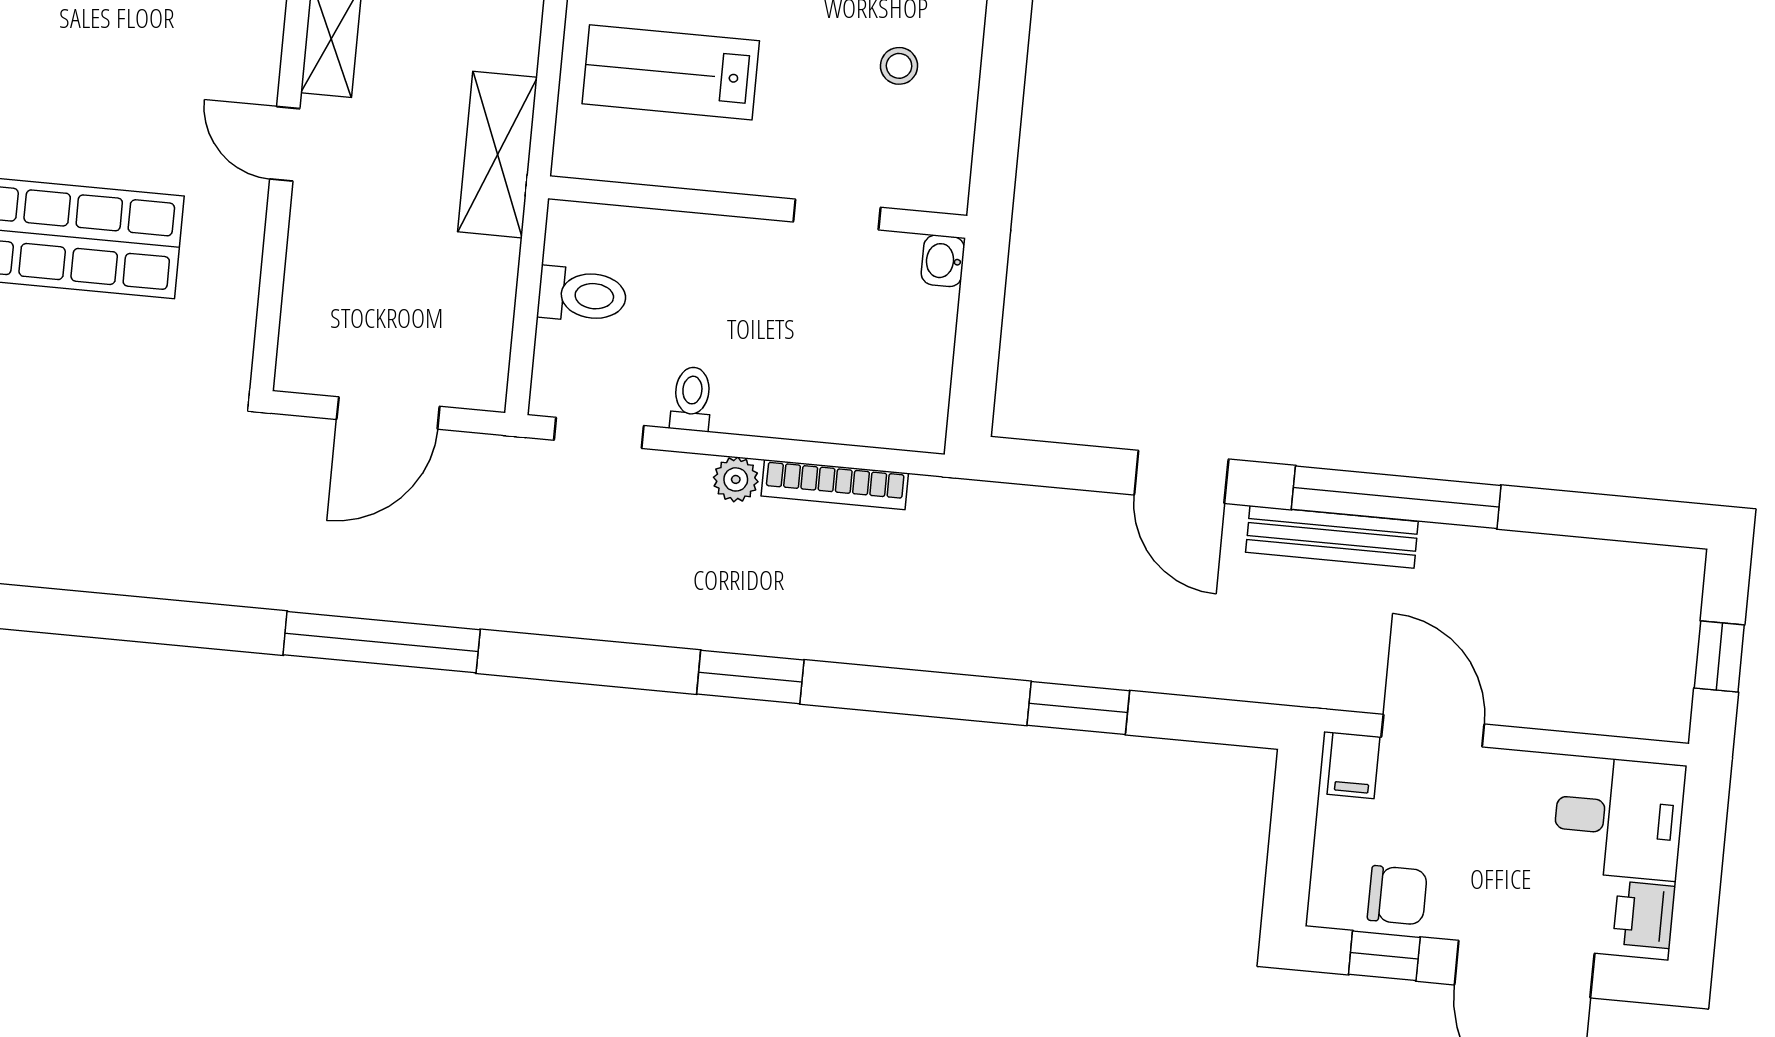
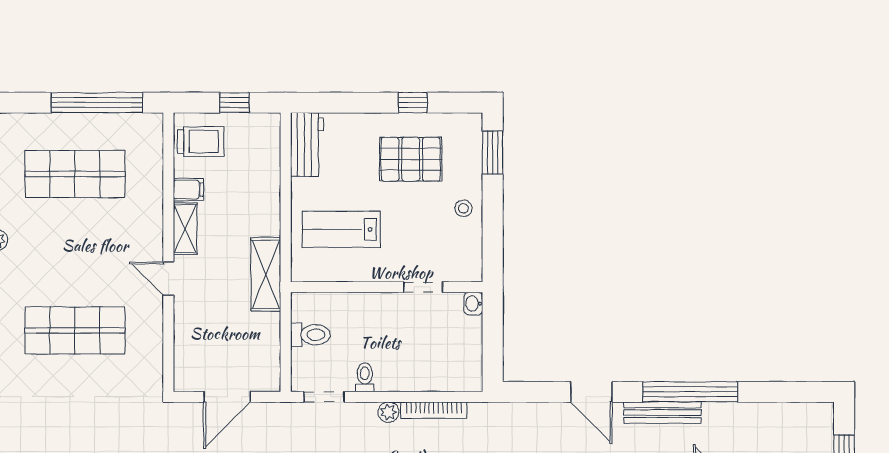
stool: (899, 66) -> (463, 208), moved

